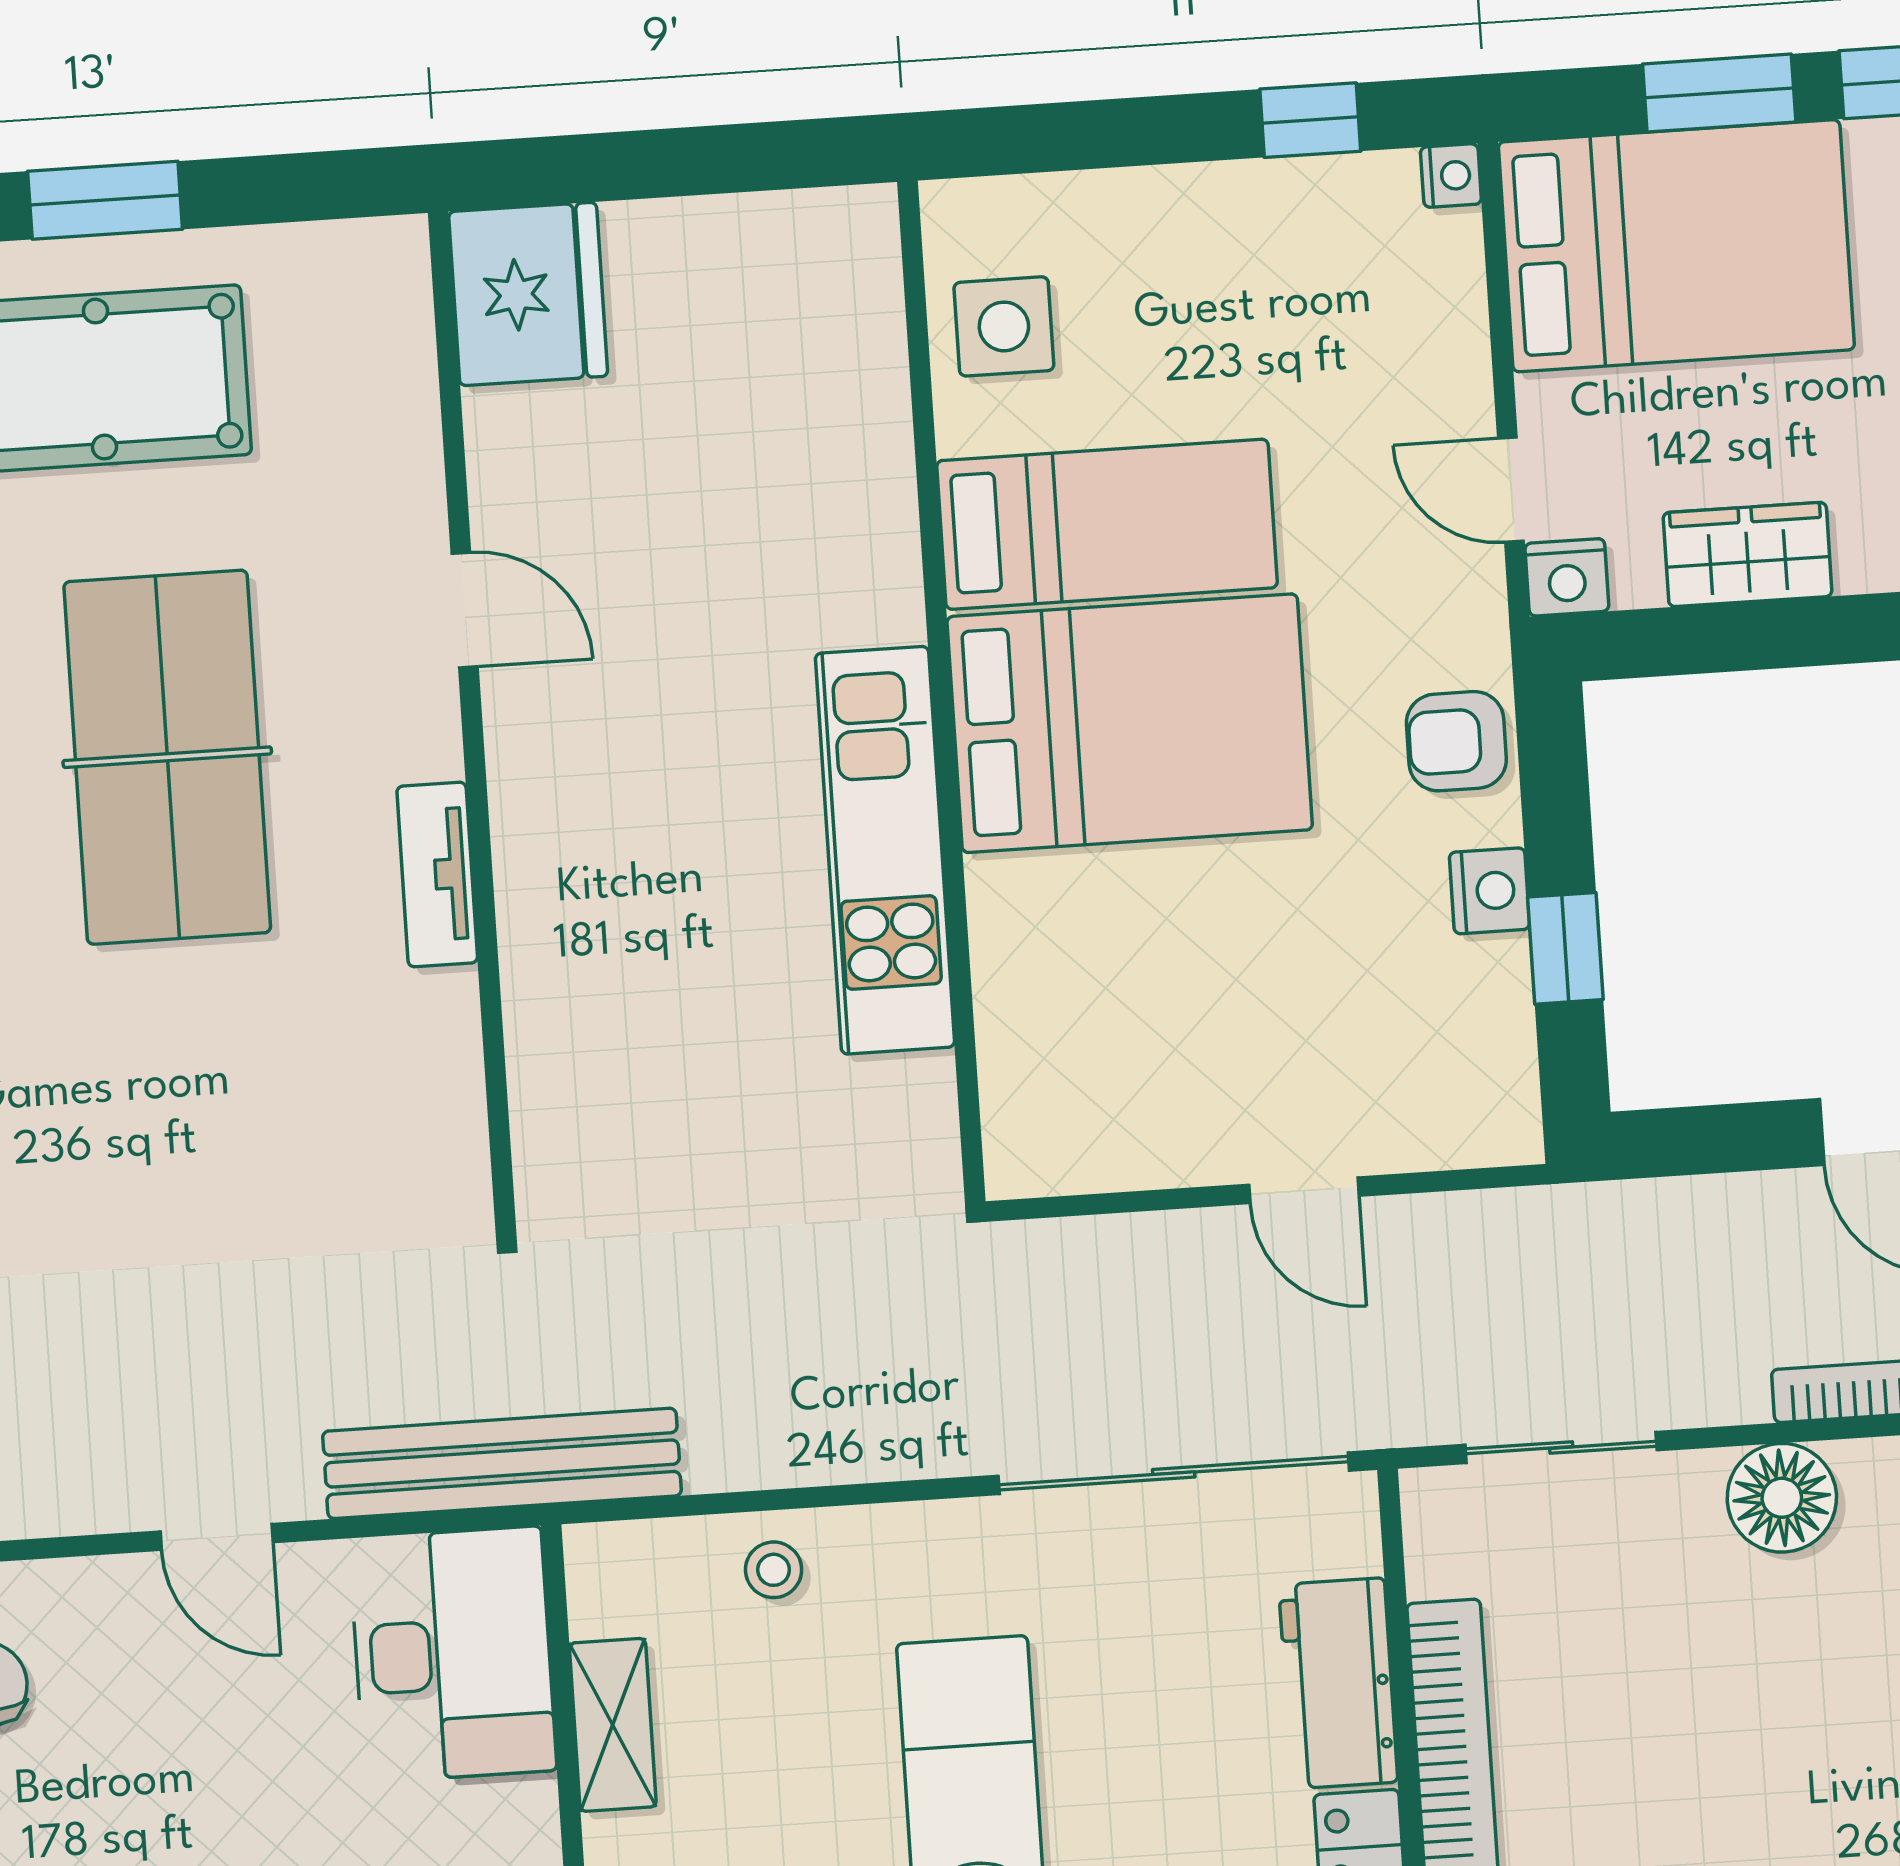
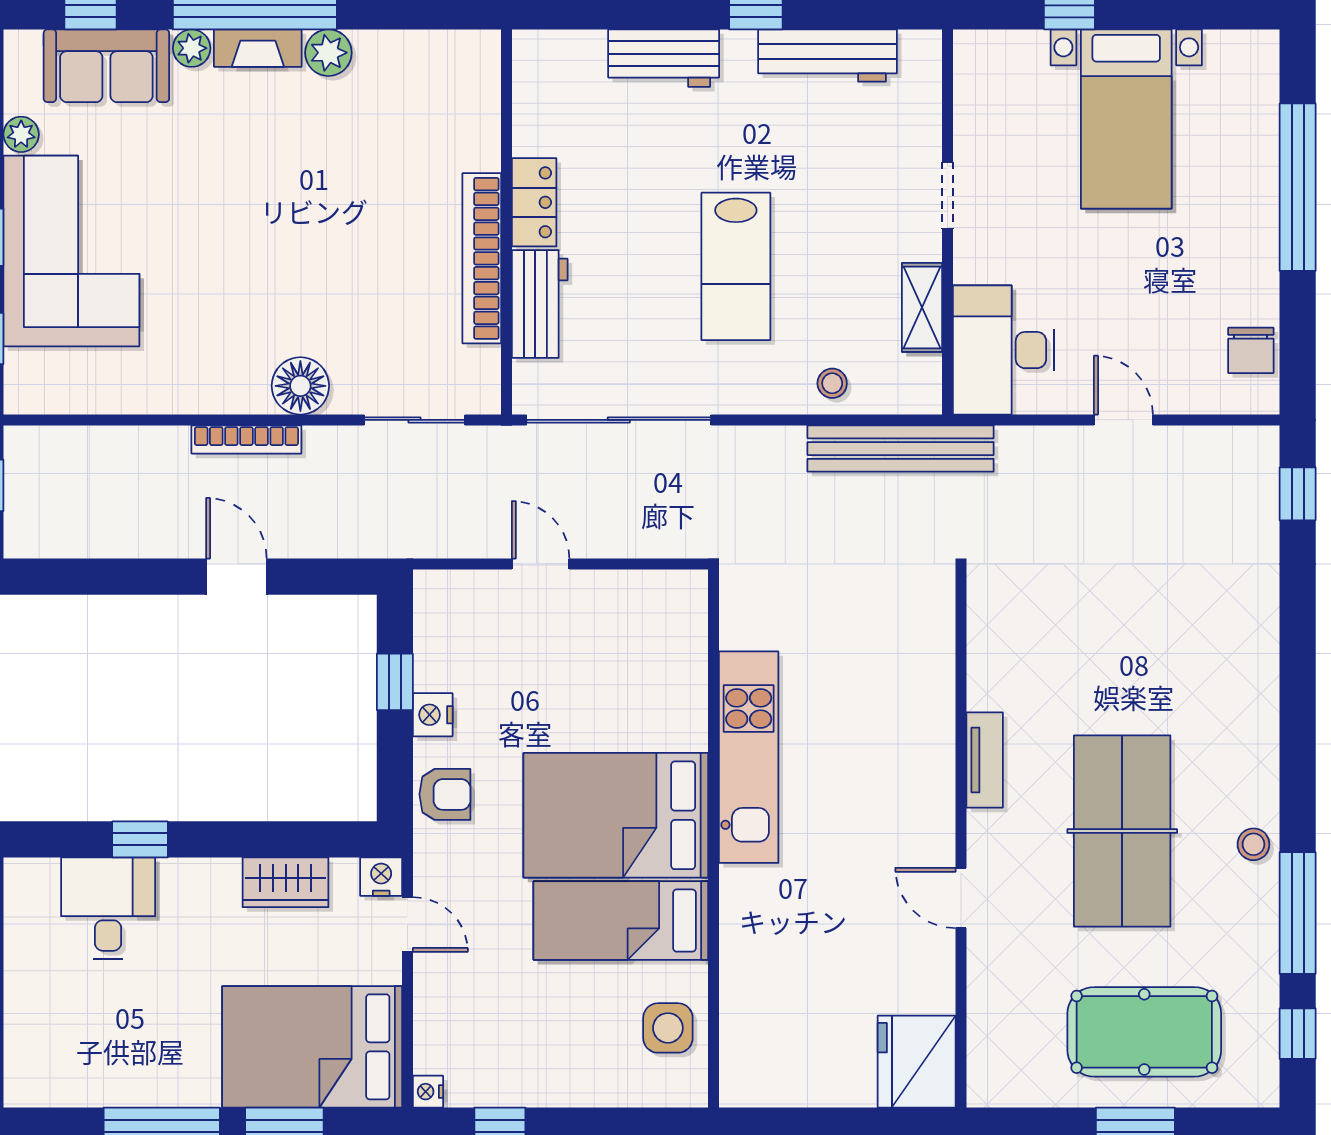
bench: (502, 1463) -> (901, 449), moved

